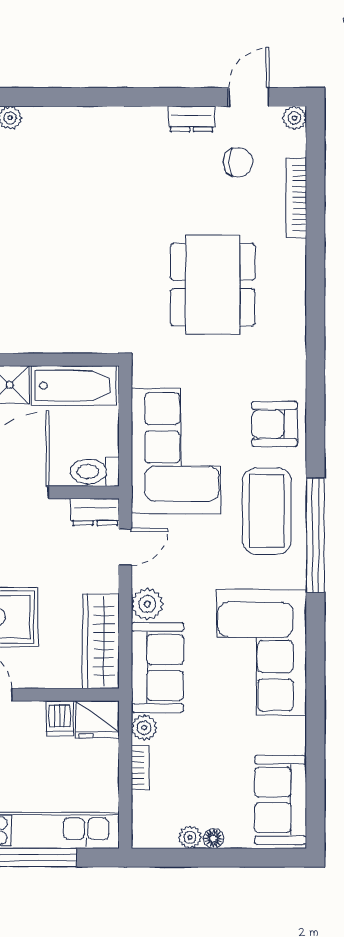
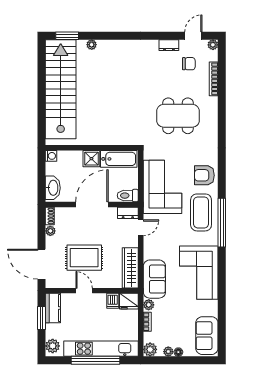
dining table: (213, 284) -> (178, 116), turned 90
plant: (147, 604) -> (150, 349), moved

